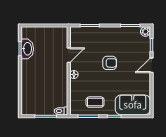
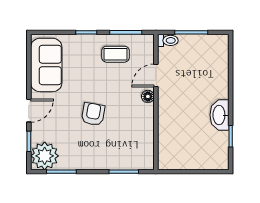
plant: (145, 31) -> (45, 156), width x1.88, depth x1.88
washbasin: (27, 49) -> (220, 115), moved
door: (69, 55) -> (156, 75), moved
armchair: (110, 63) -> (93, 114), turned 100
sofa: (133, 105) -> (46, 65), moved, turned -90

